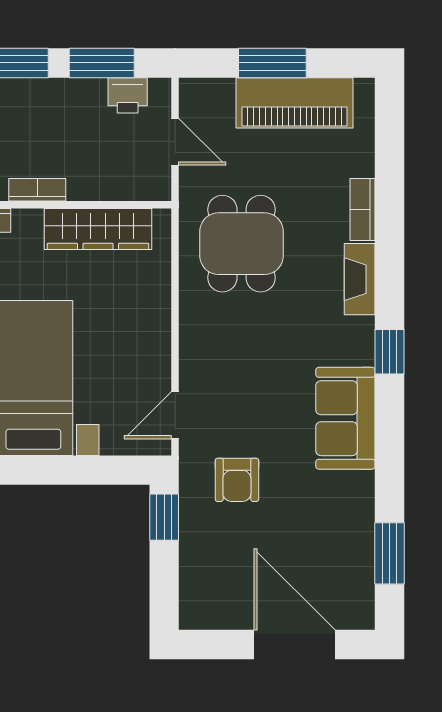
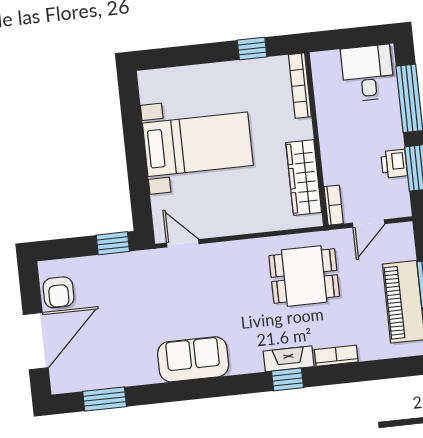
printer: (128, 95) -> (394, 164), moved
bookcase: (37, 190) -> (334, 205), moved
window: (389, 352) -> (288, 379), moved
armchair: (237, 480) -> (58, 292), moved, turned -90

